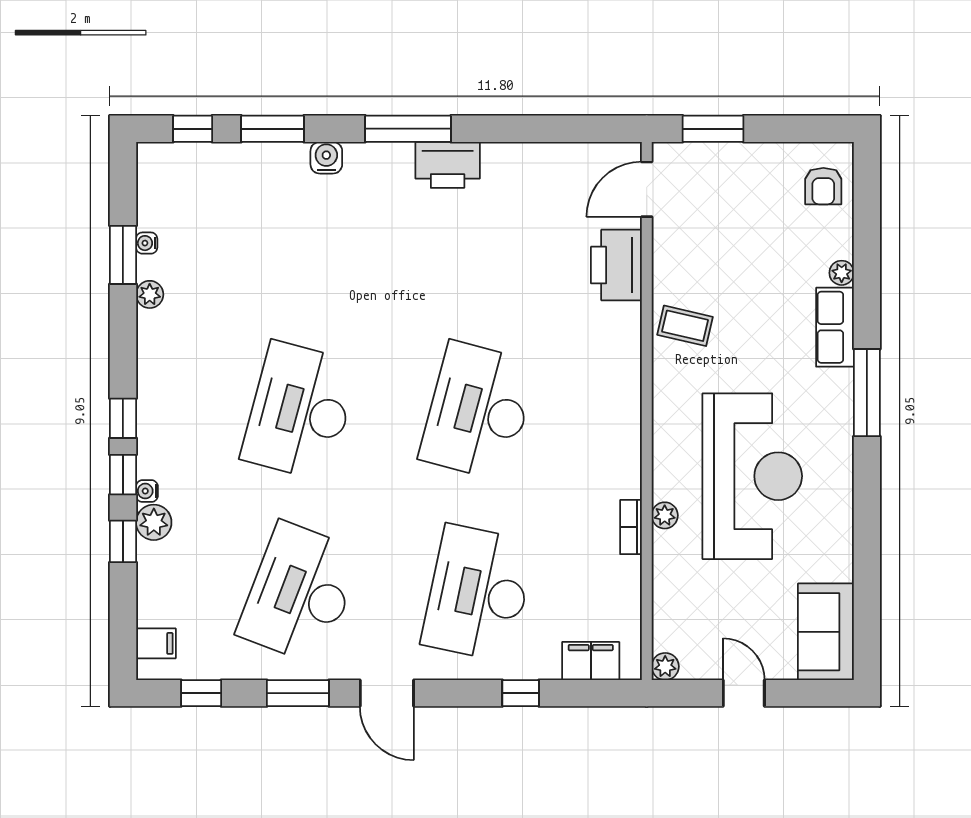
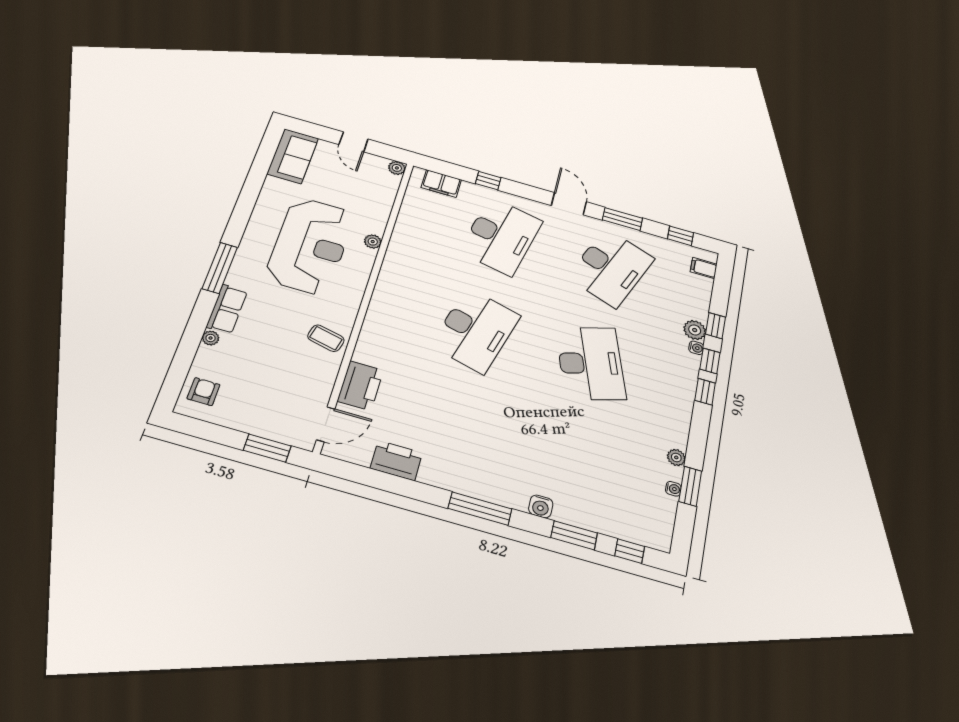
printer: (448, 165) -> (396, 461), moved
desk: (300, 411) -> (591, 363), turned -33
reception desk: (752, 476) -> (310, 246), turned 180
bookcase: (631, 527) -> (396, 242), removed

